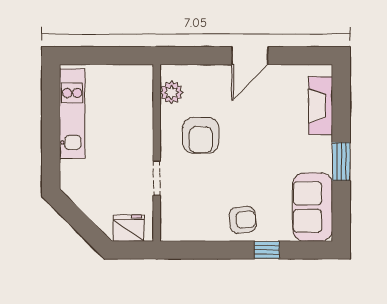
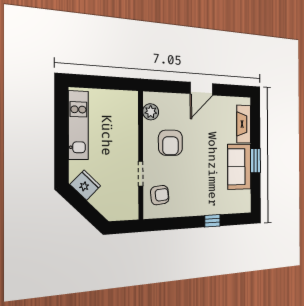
sofa: (313, 207) -> (239, 167), moved
armchair: (243, 220) -> (160, 195), moved
fridge: (129, 228) -> (85, 185), moved, turned 45

